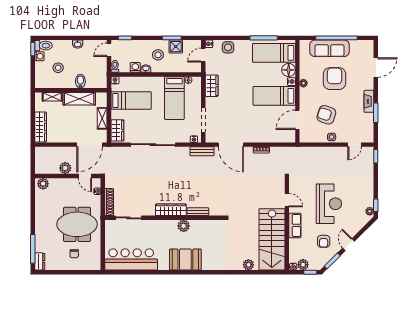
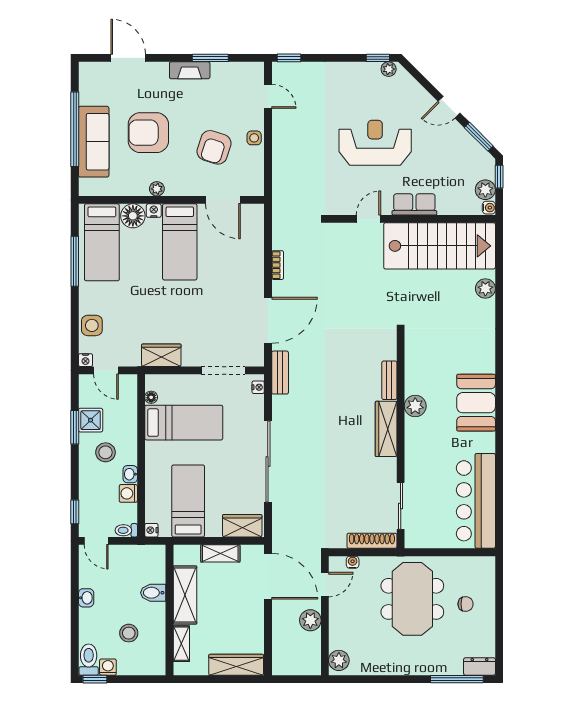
armchair: (324, 241) -> (443, 152), removed

